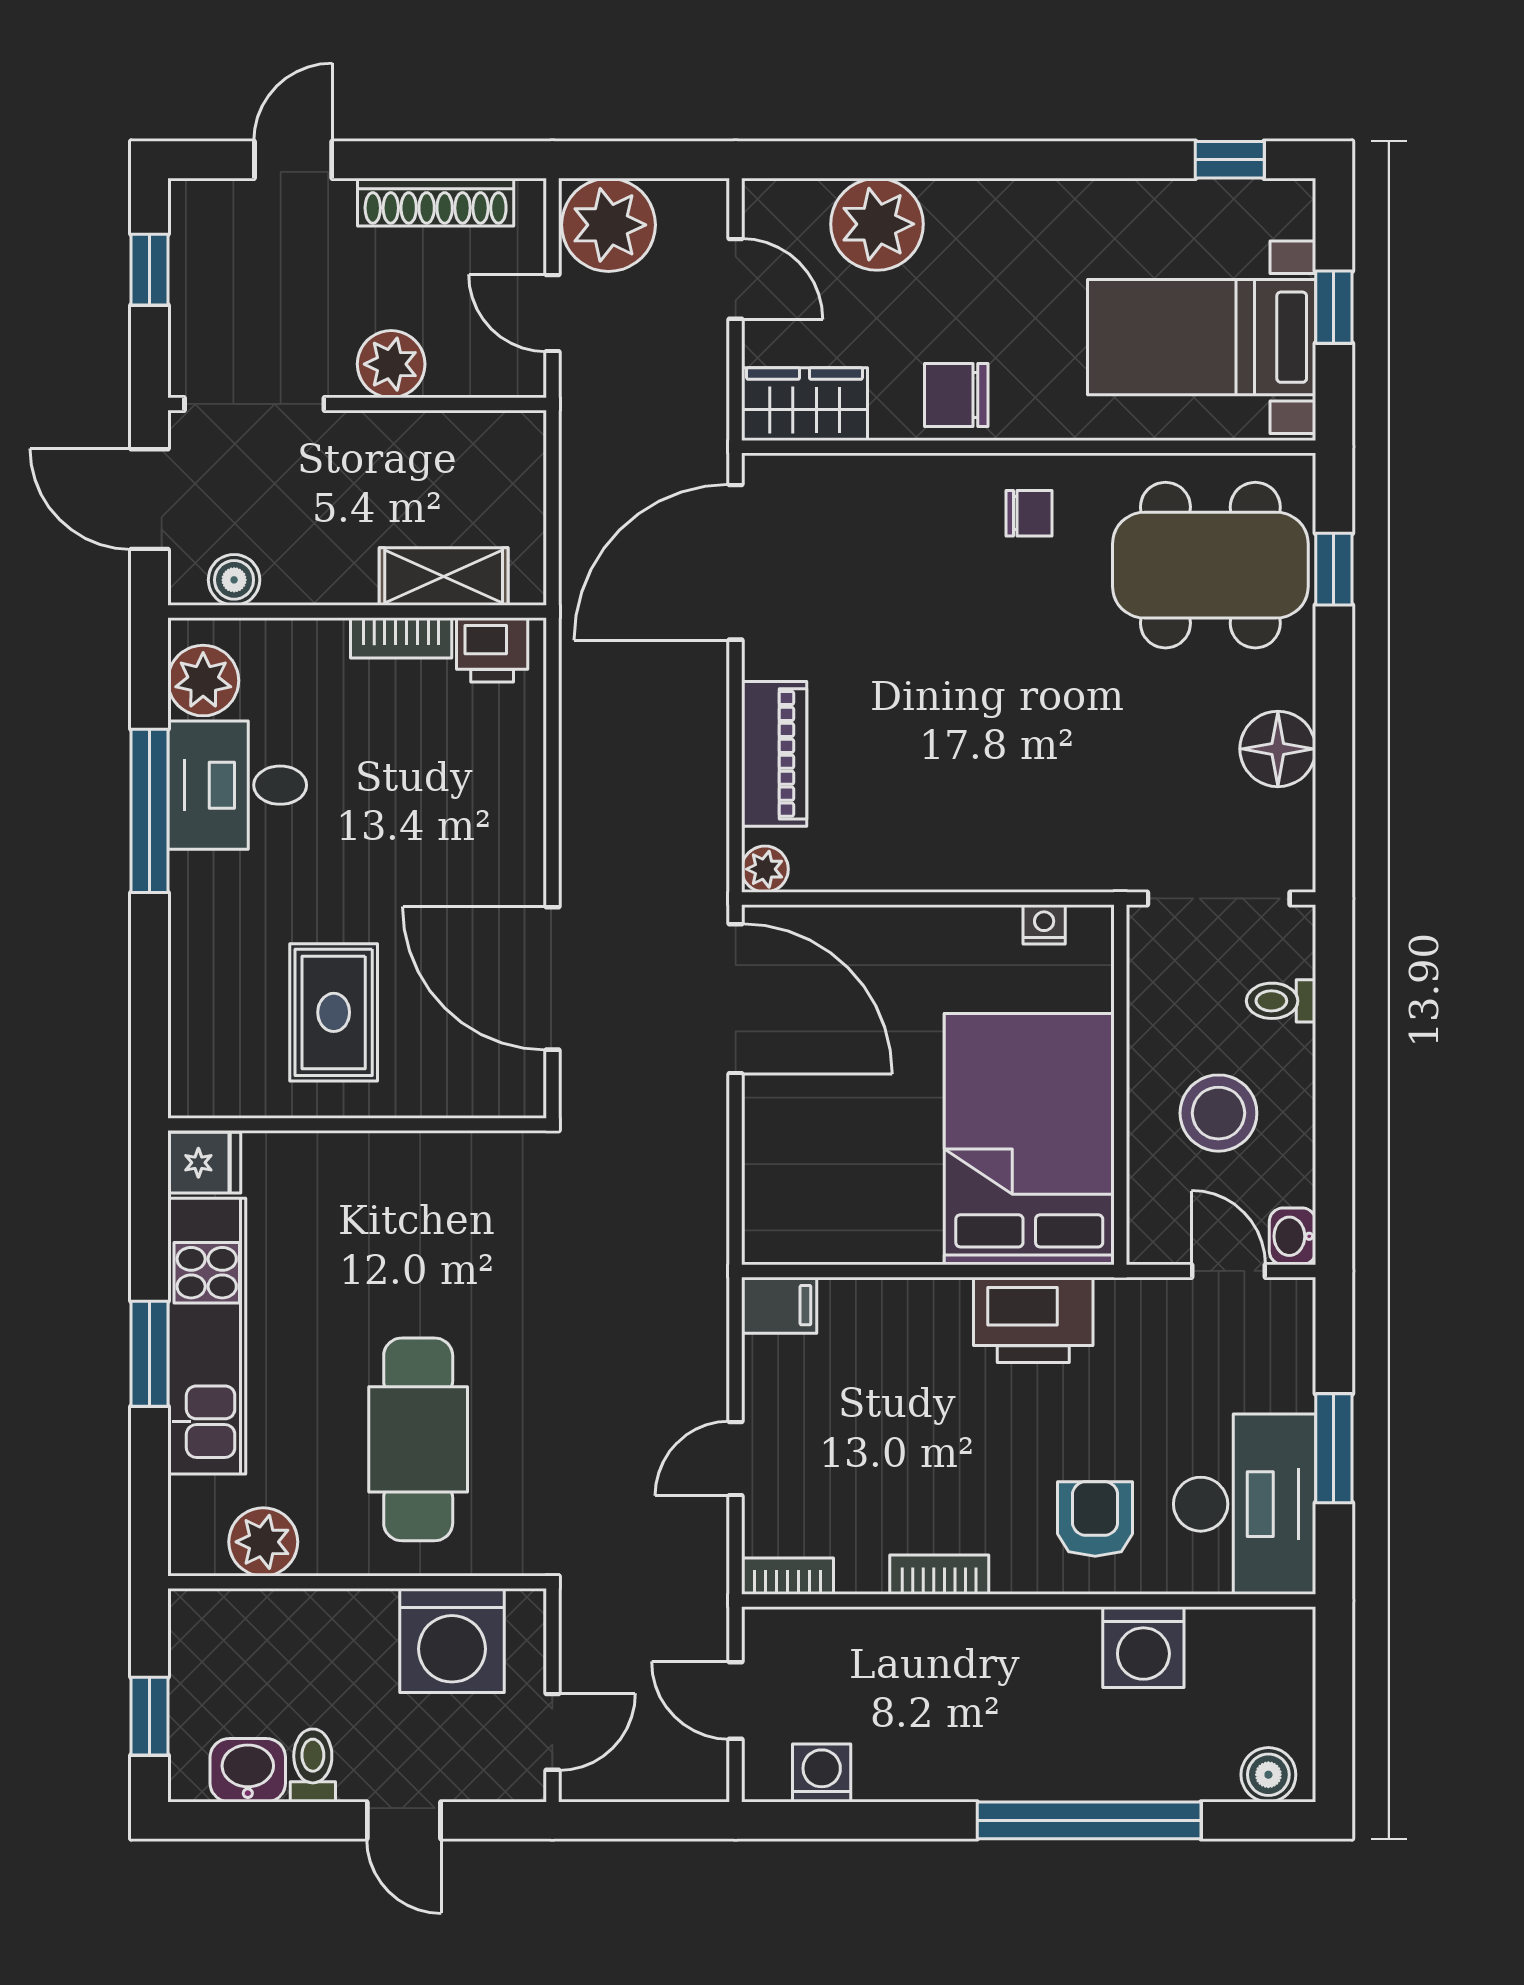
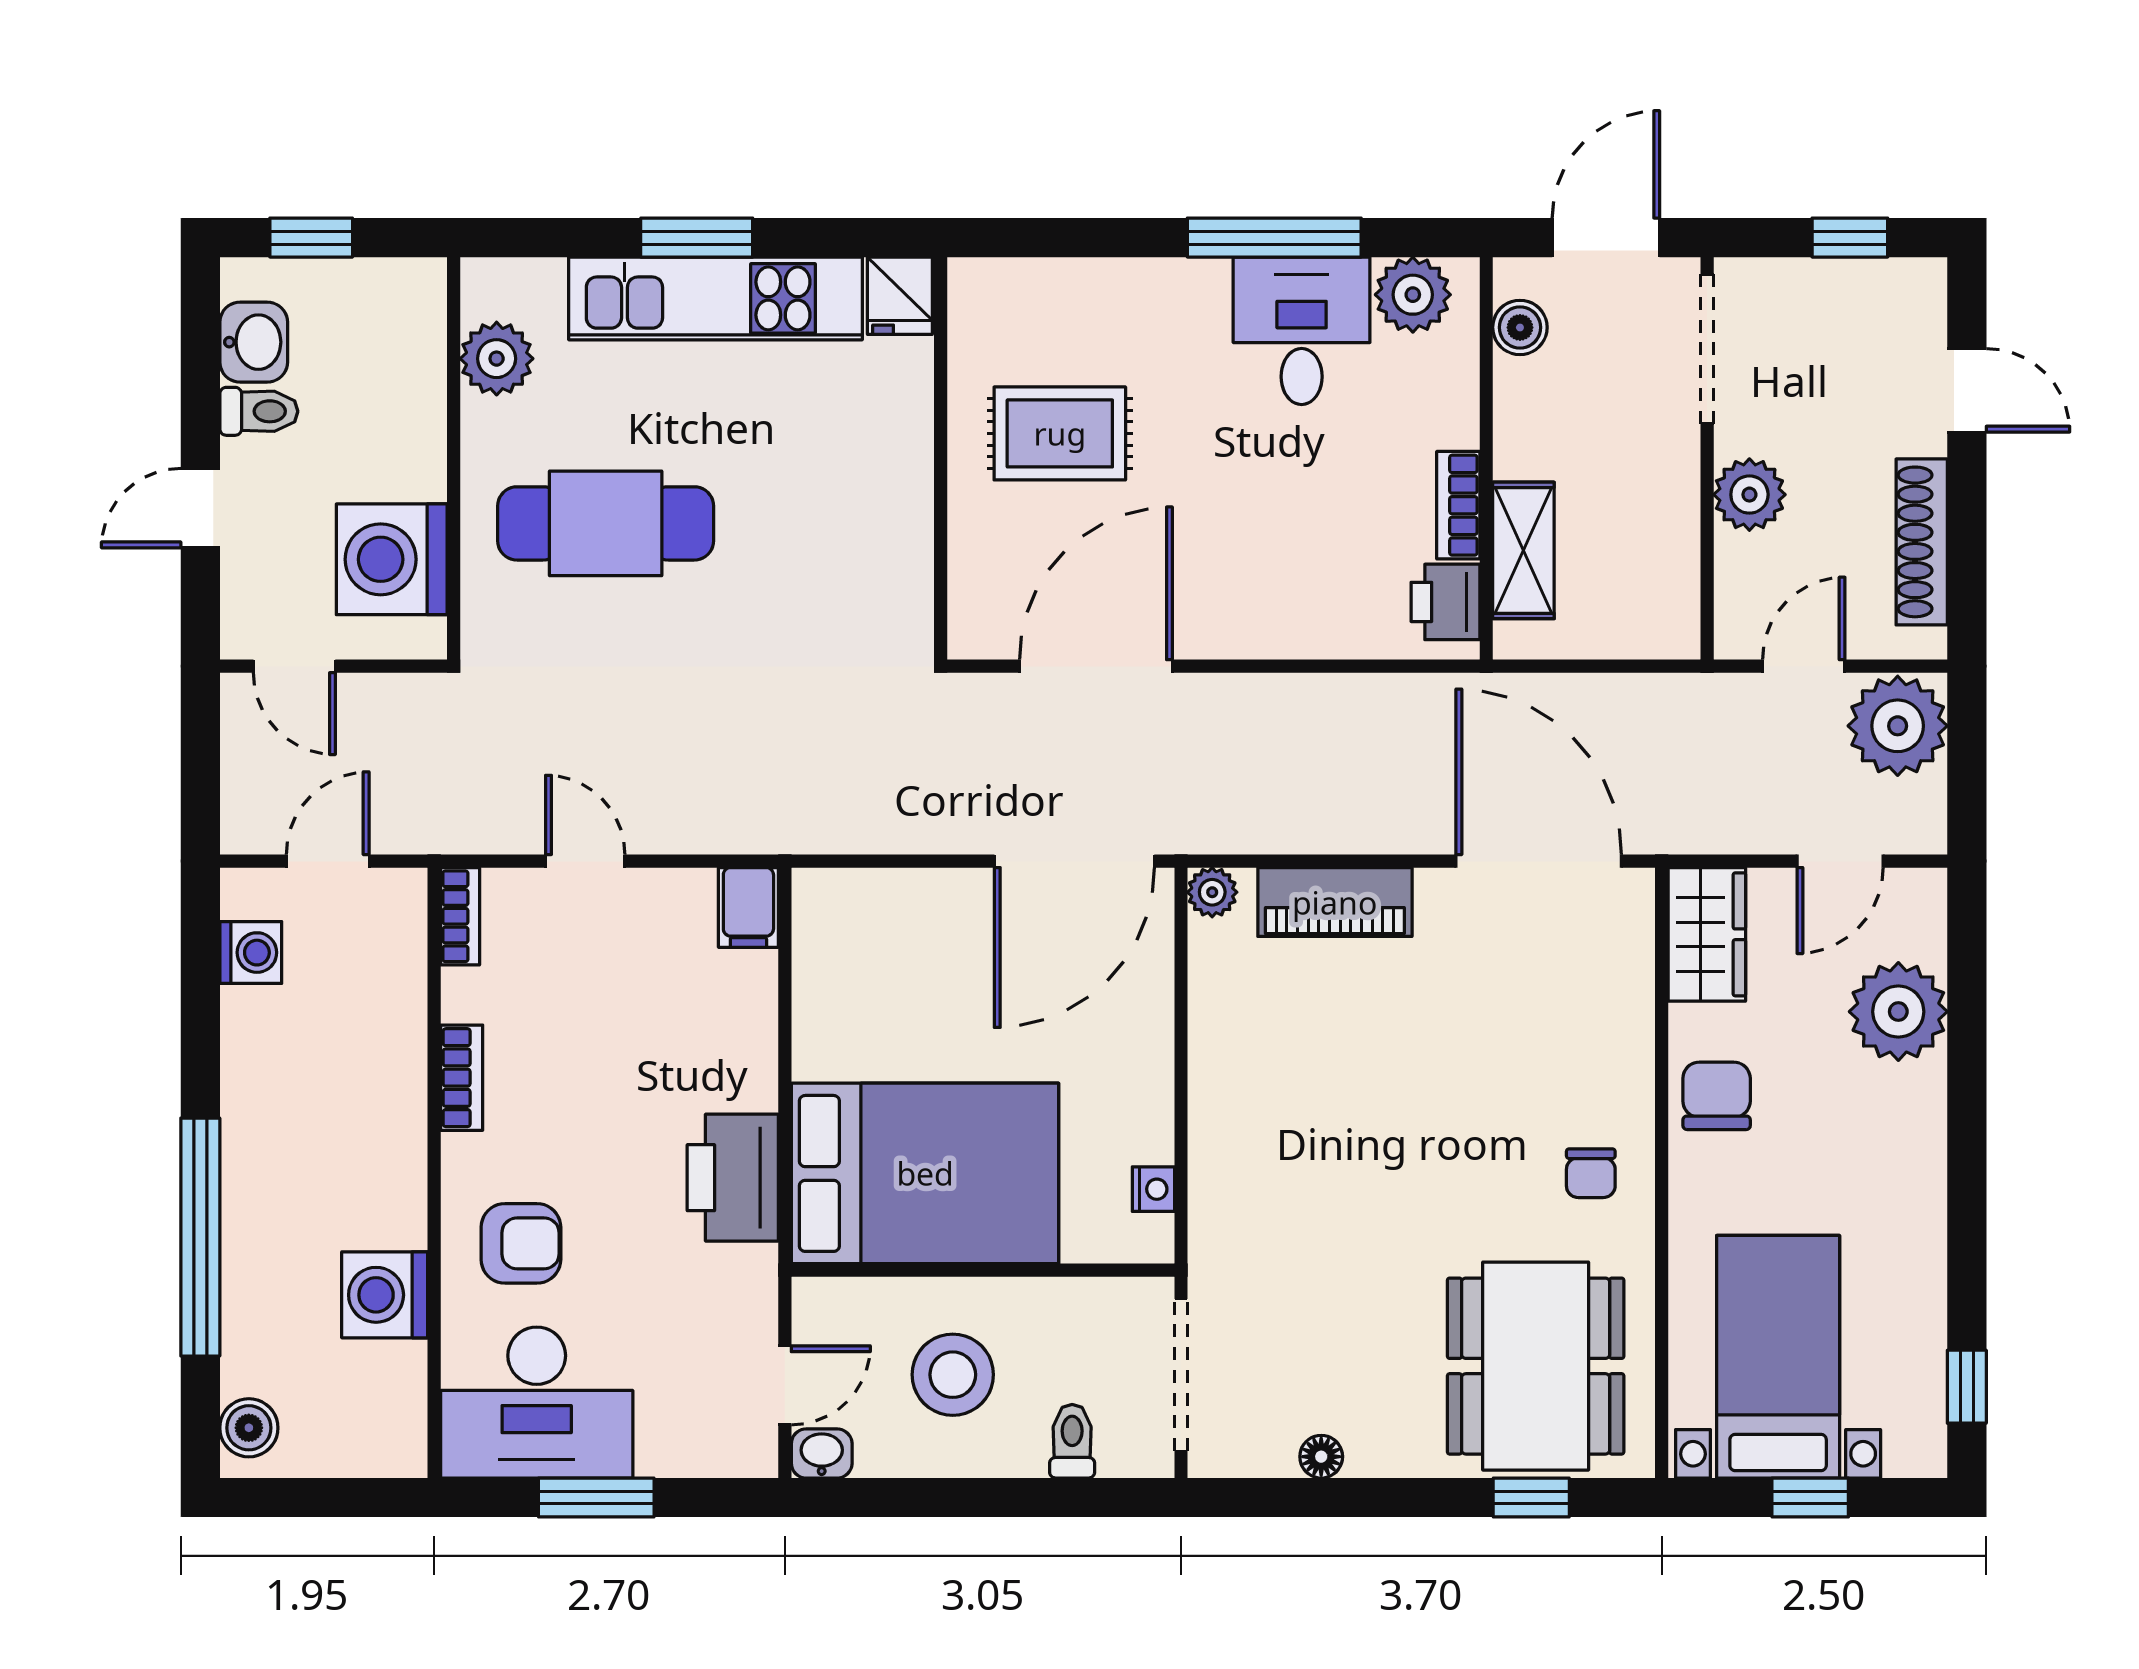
floor lamp: (1278, 749) -> (1321, 1457), width x0.53, depth x0.53

